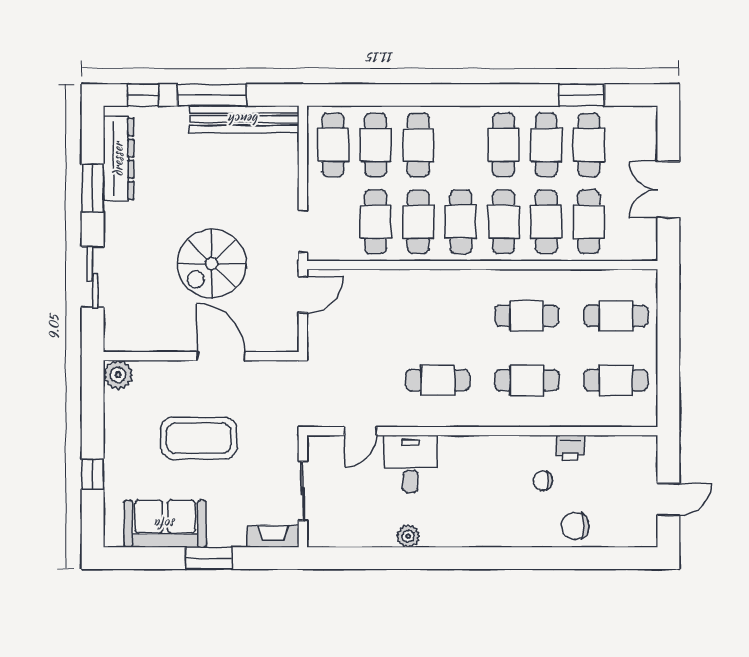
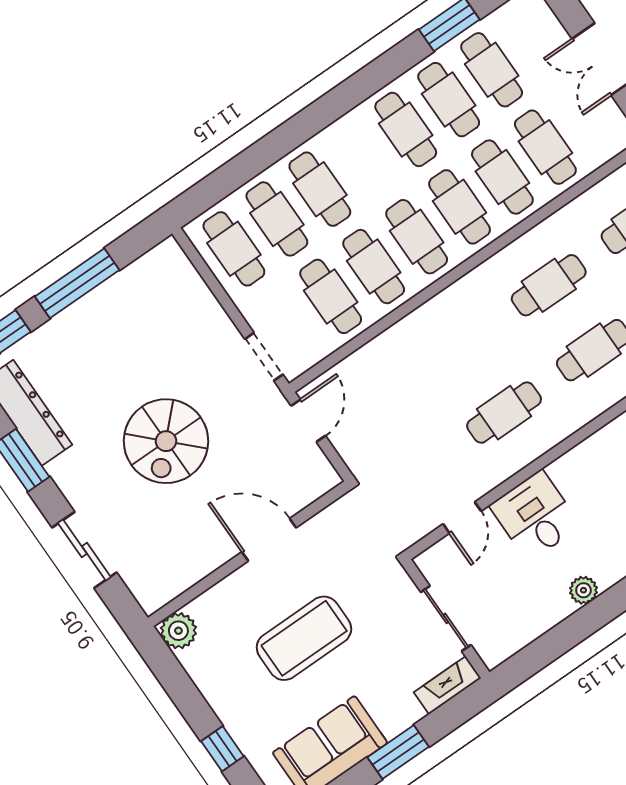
bench: (244, 119) -> (127, 285), removed
spiral stairs: (212, 264) -> (166, 441), moved

